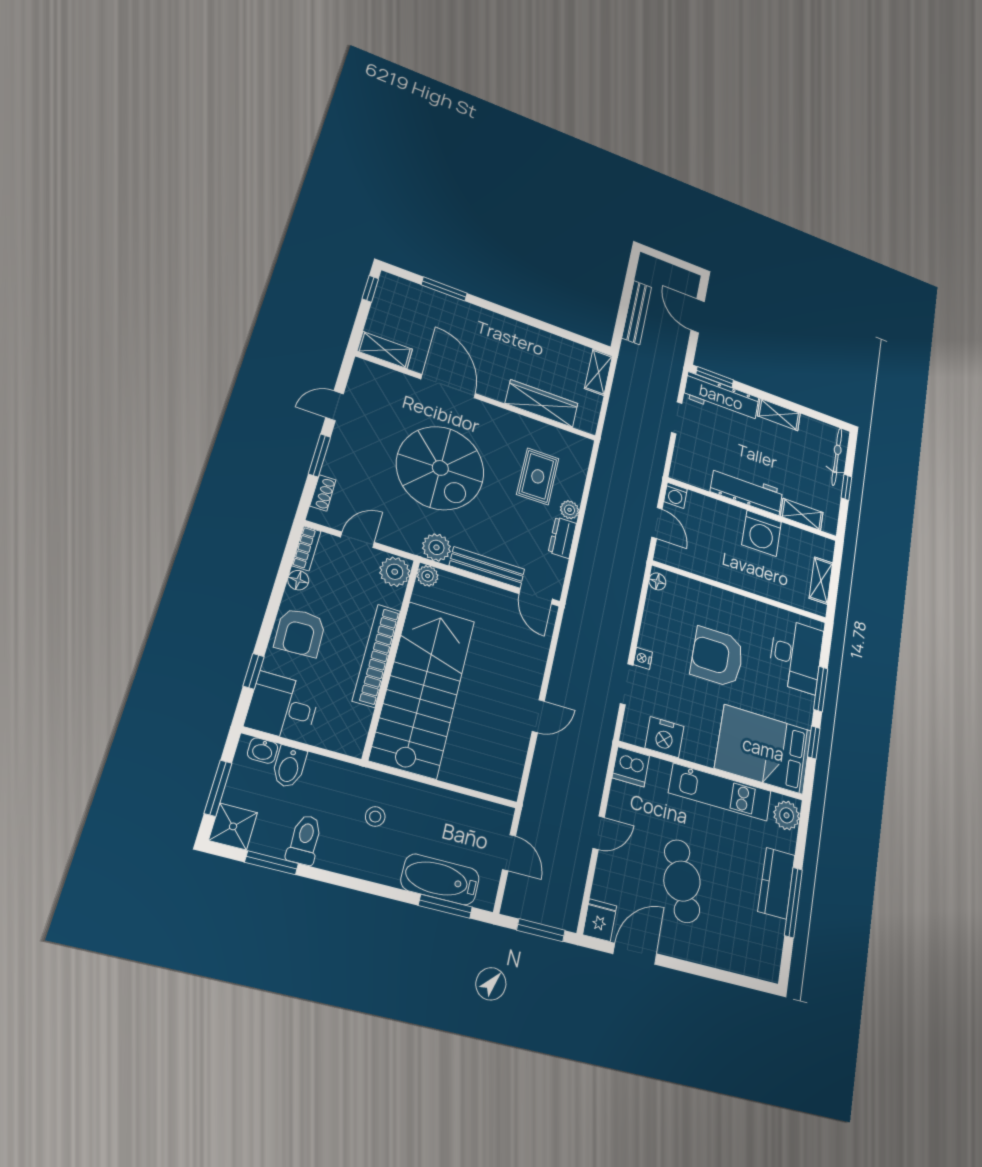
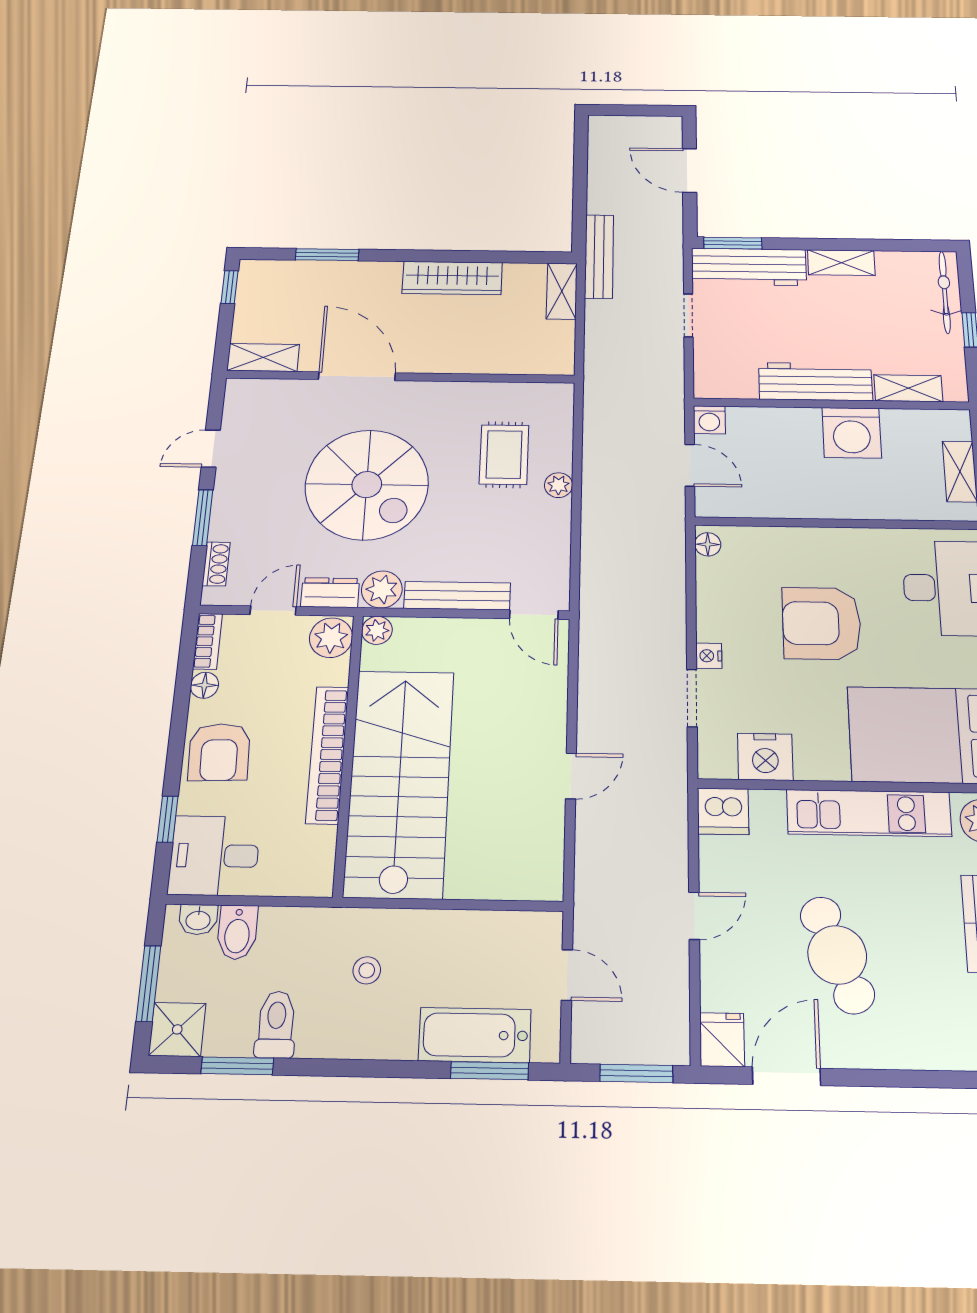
bench: (637, 312) -> (599, 256), moved
wardrobe: (542, 403) -> (452, 278), moved, turned 180
dresser: (562, 538) -> (330, 593), moved, turned 90

